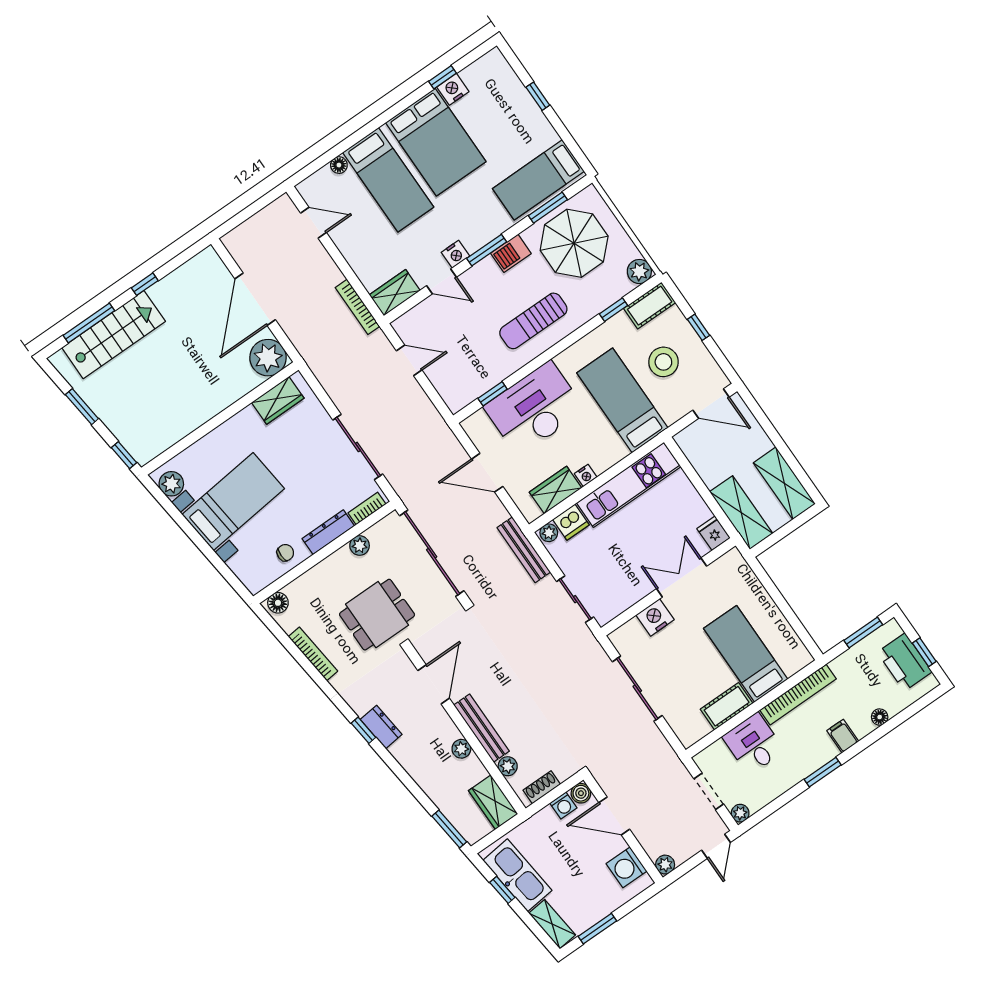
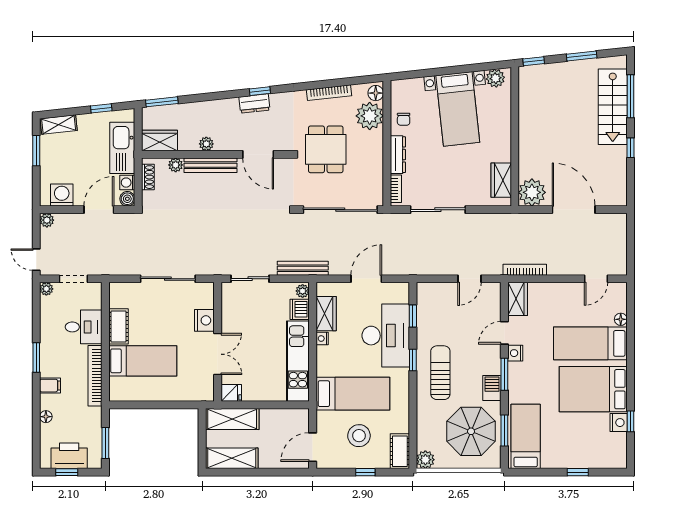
window: (614, 310) -> (413, 360), moved
plant: (360, 546) -> (370, 116), moved, width x1.88, depth x1.88
kitchen sink: (517, 875) -> (122, 148), moved, turned 96

